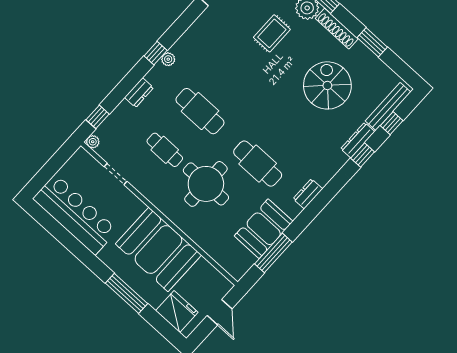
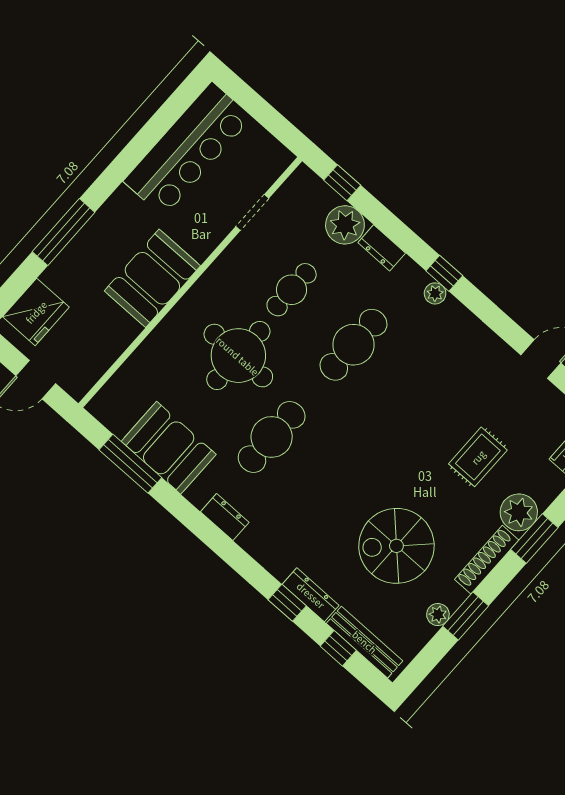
rug: (272, 33) -> (478, 457), turned 90
plant: (371, 60) -> (438, 615), added
spiral stairs: (327, 85) -> (396, 546), turned 180
plant: (93, 142) -> (345, 225), moved, width x1.88, depth x1.88
booth: (158, 249) -> (152, 278), width x0.73, depth x0.70

